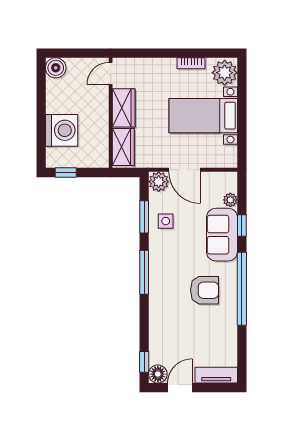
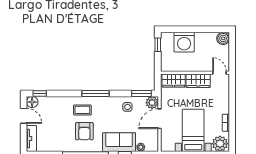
window: (144, 217) -> (142, 94), moved
coffee table: (171, 293) -> (82, 110), added

